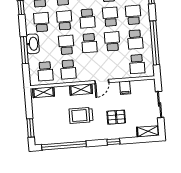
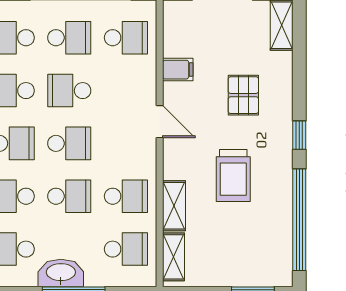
school desk: (66, 45) -> (69, 196), turned 180
shelving: (81, 90) -> (174, 206), moved
window: (113, 142) -> (299, 135), moved

